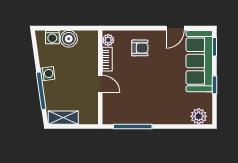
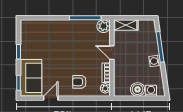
sofa: (199, 61) -> (31, 78), width x0.73
plant: (199, 116) -> (103, 26), moved
shelving: (63, 118) -> (126, 25), moved

